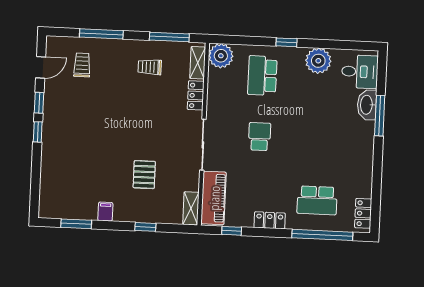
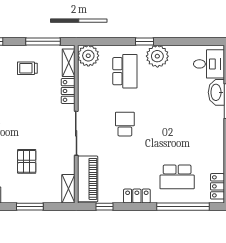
plant: (318, 61) -> (157, 56), moved
school desk: (262, 76) -> (125, 71), turned 180
window: (145, 227) -> (30, 207), width x1.50

